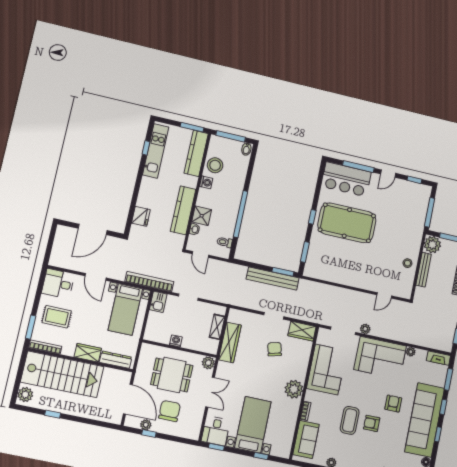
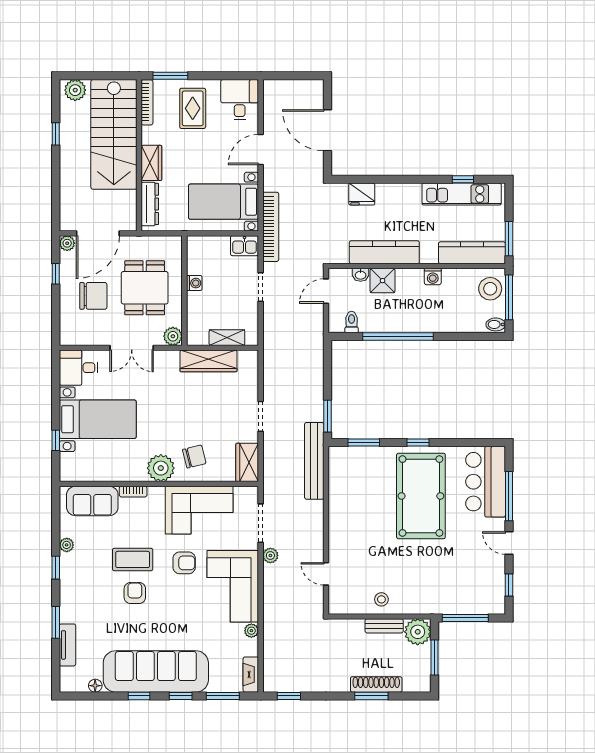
stool: (215, 165) -> (490, 289), moved
bench: (424, 270) -> (384, 626), width x0.73
bench: (273, 279) -> (314, 461), moved
chair: (275, 349) -> (194, 456), moved
armchair: (393, 404) -> (184, 563), moved
plant: (146, 425) -> (67, 243), moved
window: (216, 447) -> (56, 373), removed

